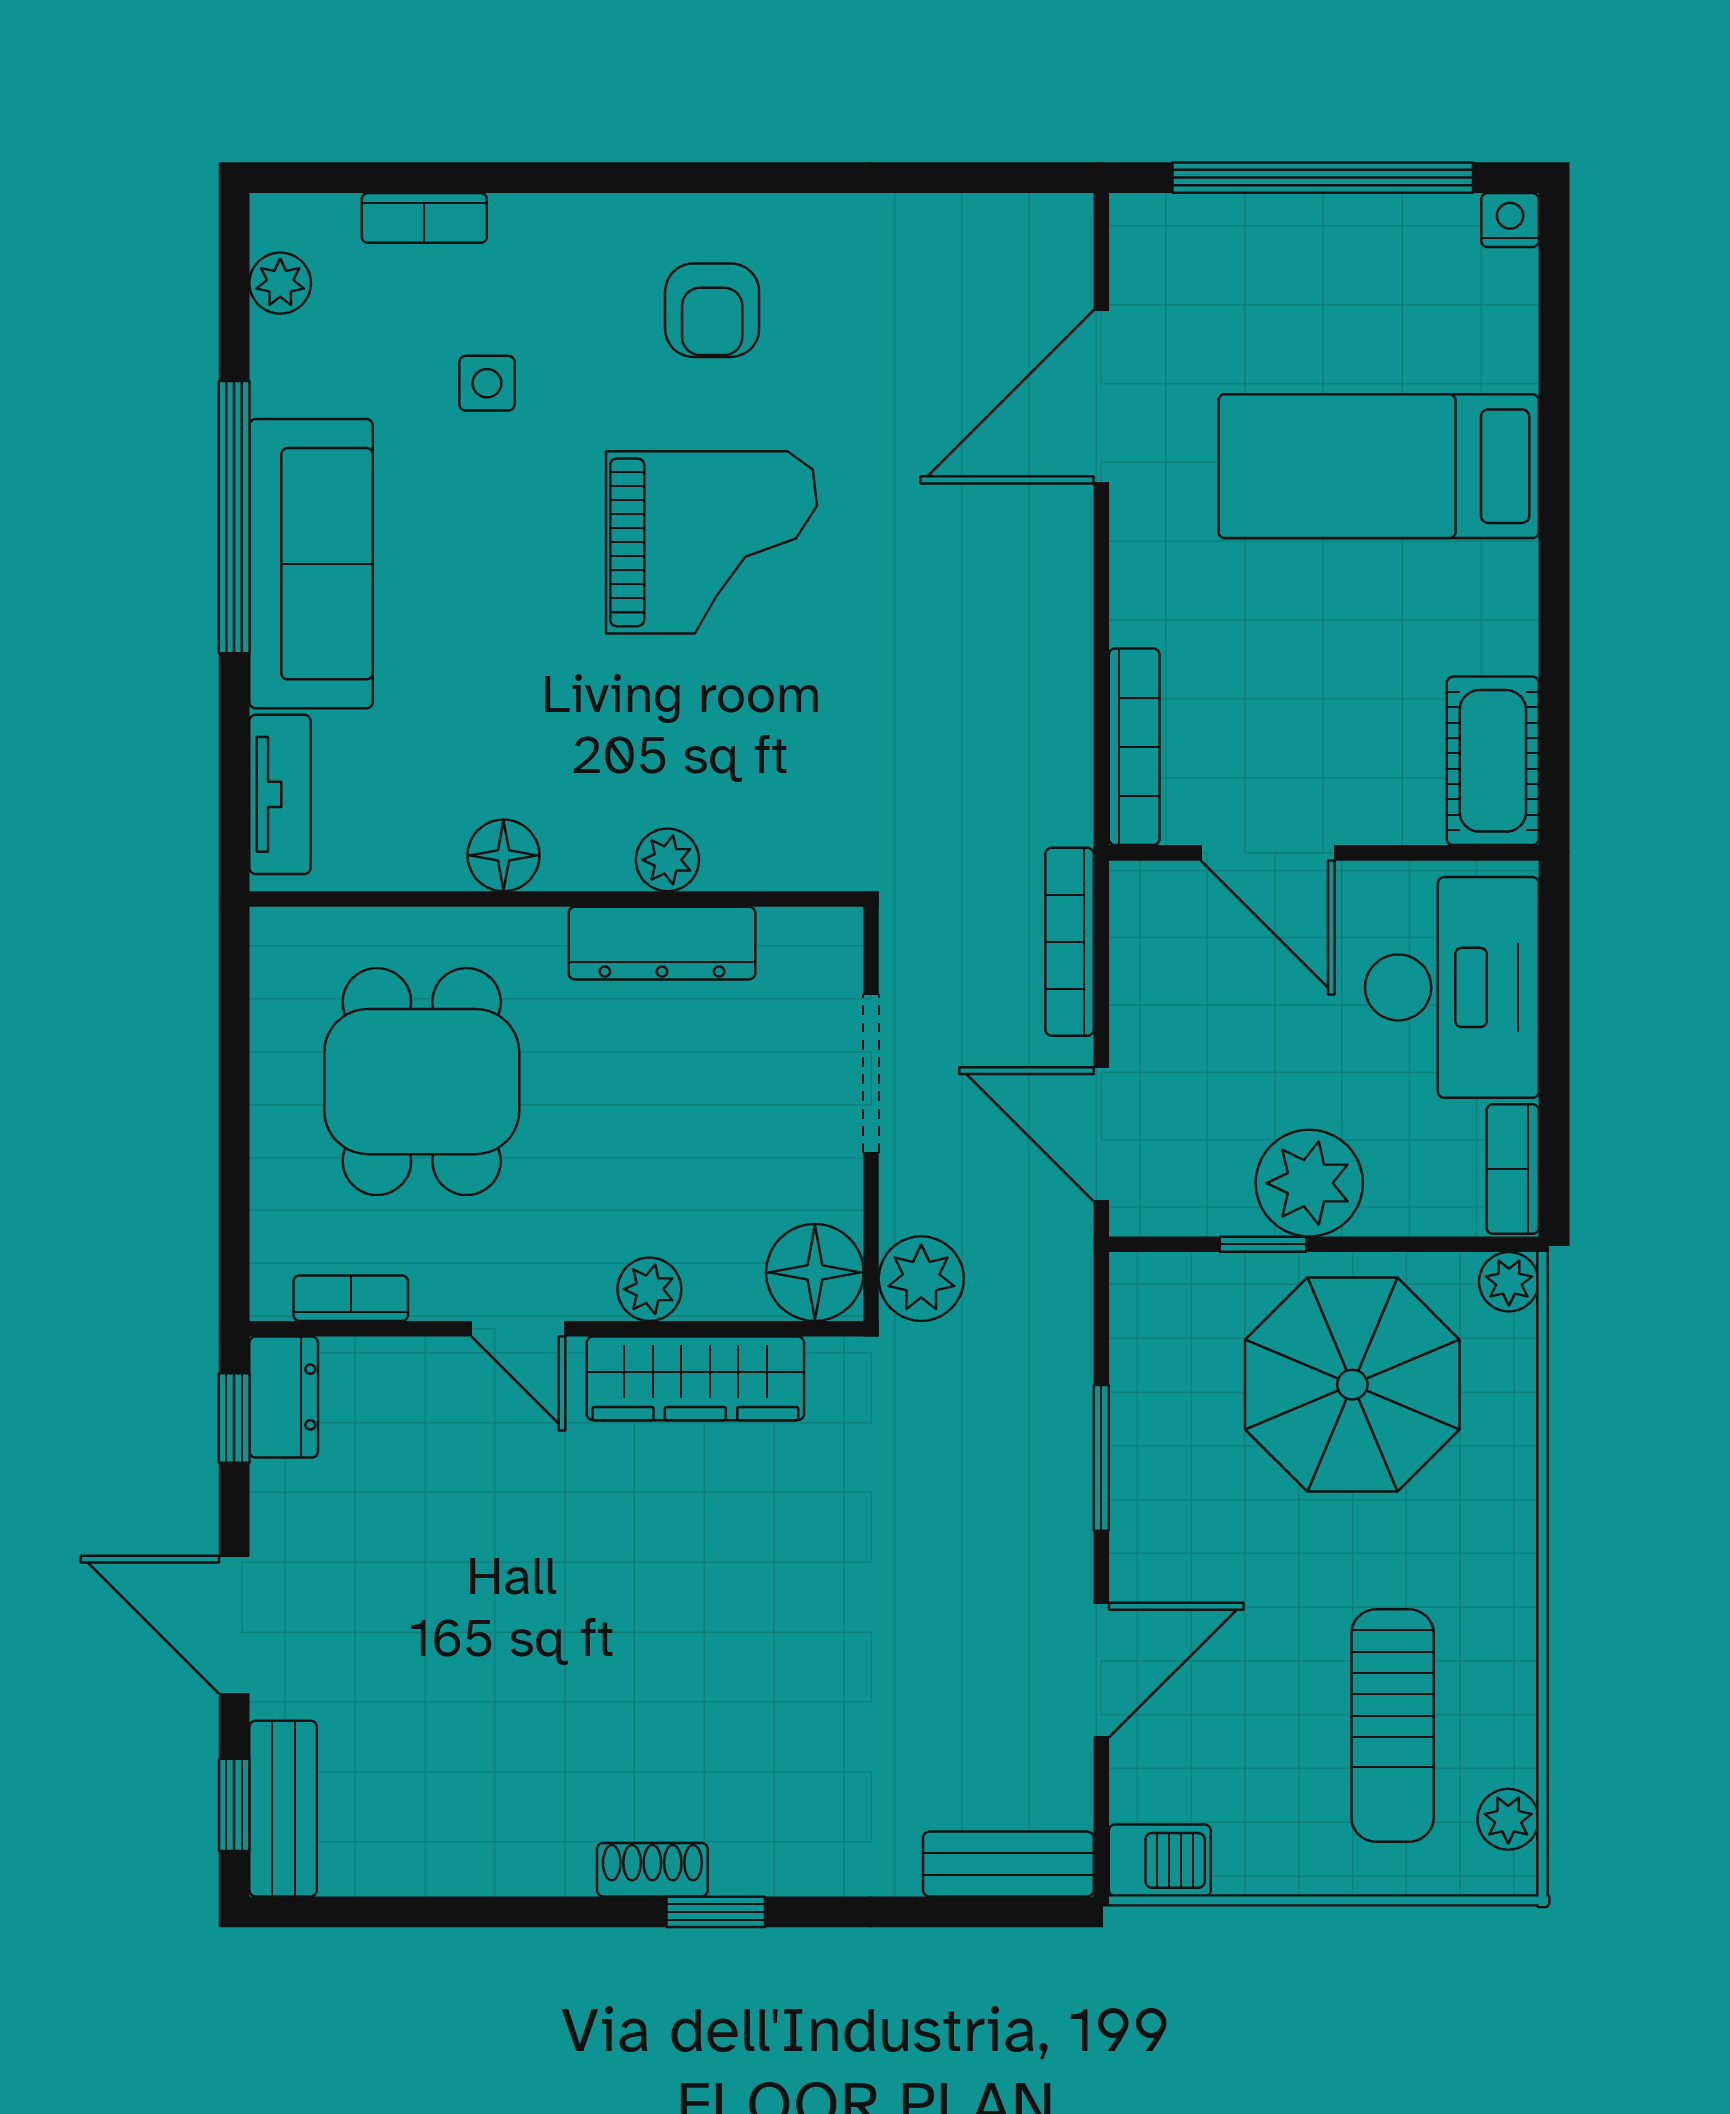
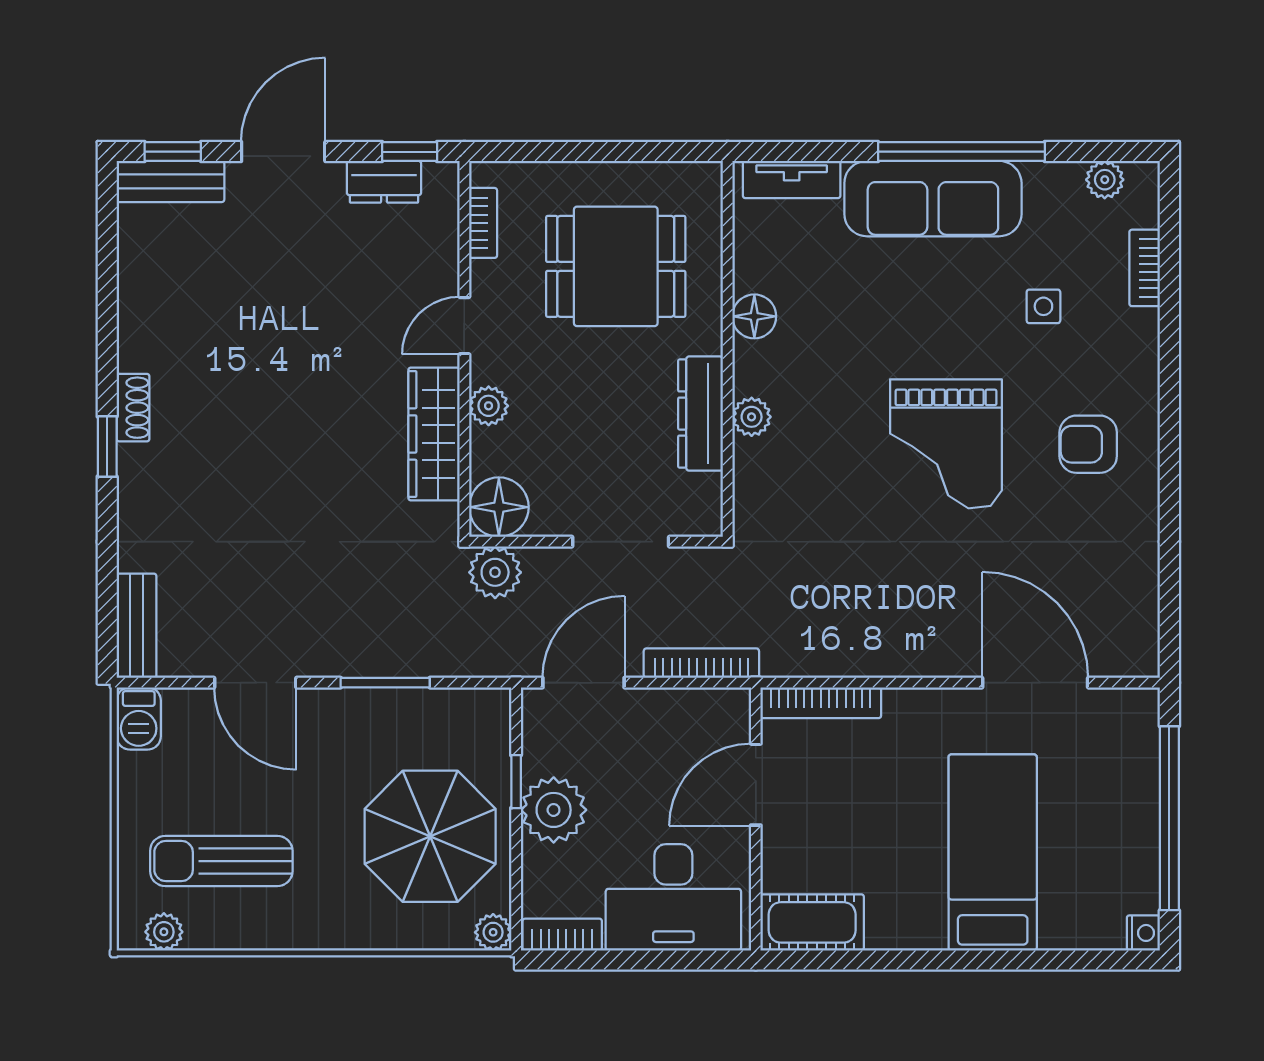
dresser: (284, 1397) -> (384, 182), moved

